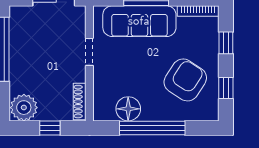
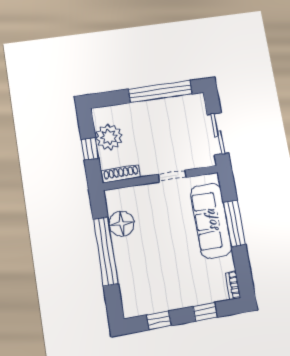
bookcase: (198, 11) -> (233, 285), width x0.64
armchair: (185, 80) -> (160, 277), removed
plant: (24, 108) -> (109, 137), moved

